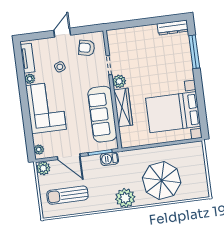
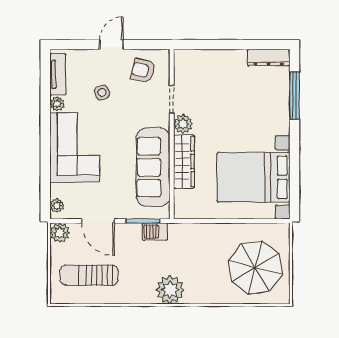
parasol: (162, 180) -> (255, 268), moved

